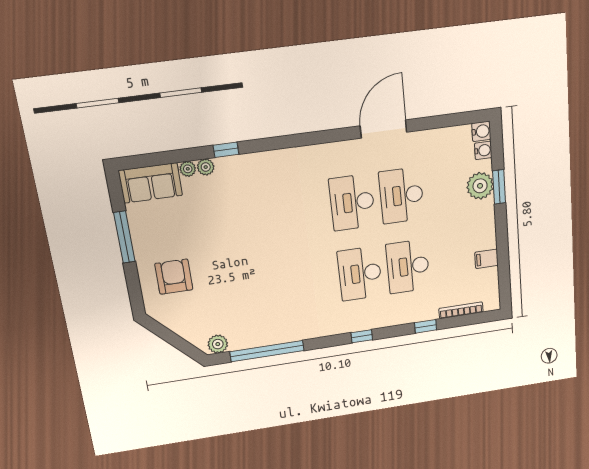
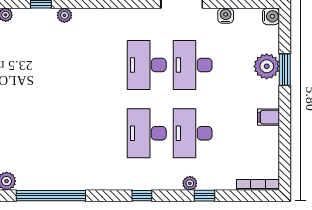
water cooler: (483, 150) -> (226, 16), moved, turned -90
plant: (206, 167) -> (64, 15), moved
filing cabinet: (486, 259) -> (269, 117), moved
bookcase: (461, 310) -> (258, 185), moved
plant: (410, 317) -> (190, 183), added

